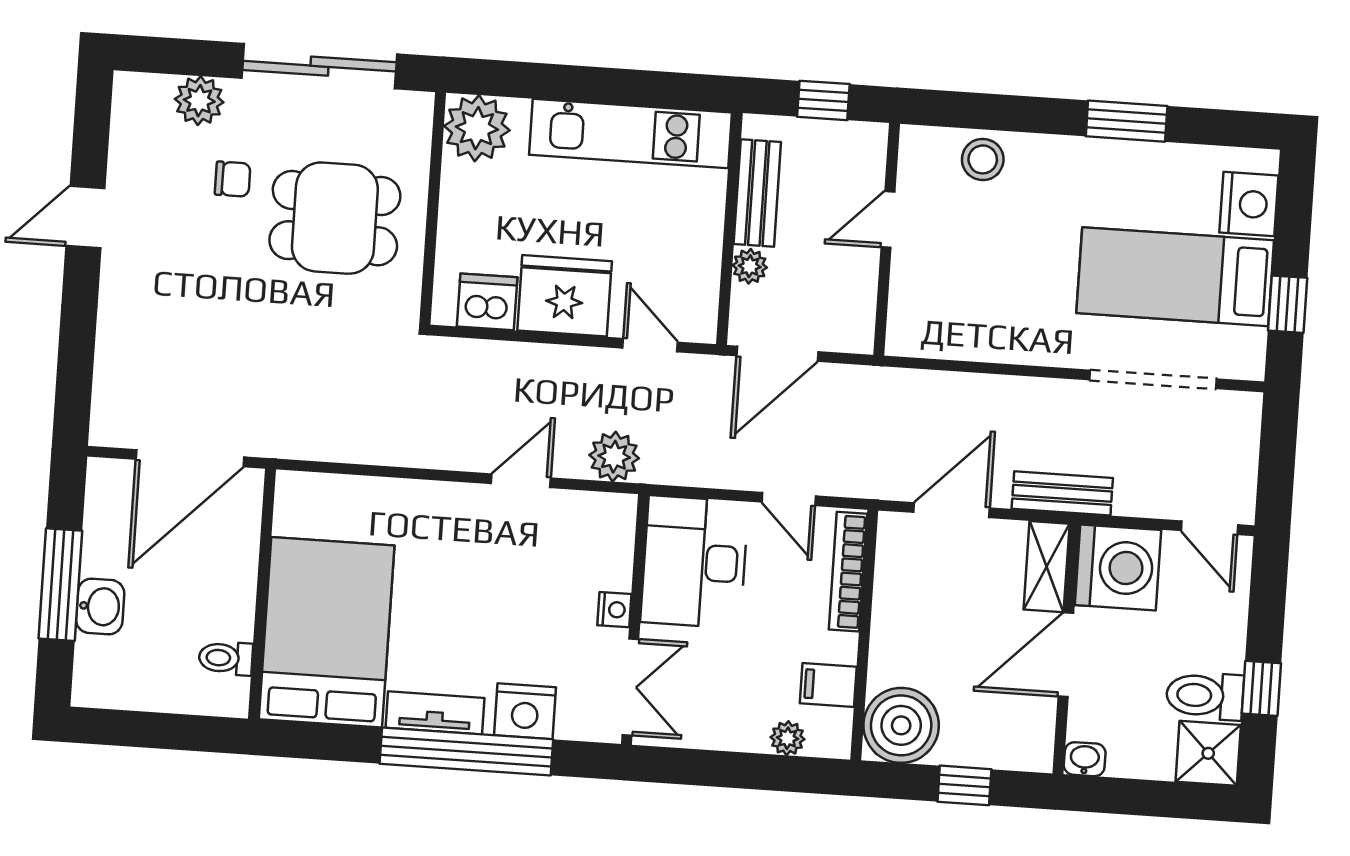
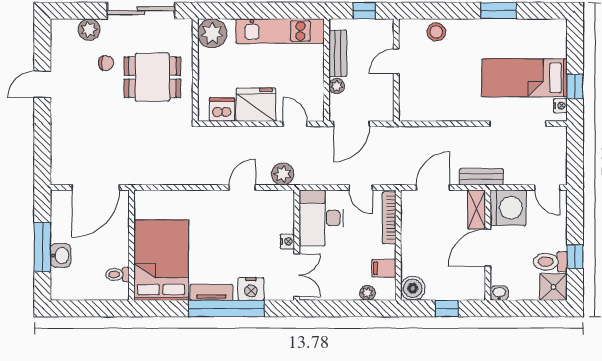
nightstand: (1249, 204) -> (560, 106), moved, width x0.53, depth x0.56
boiler: (901, 725) -> (413, 288), width x0.73, depth x0.73

